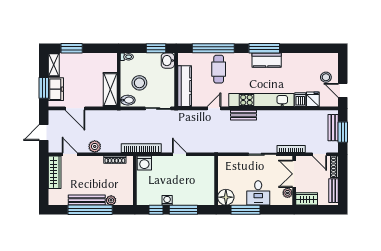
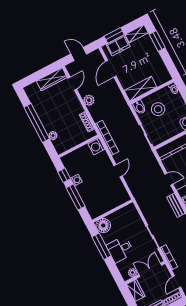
bench: (87, 200) -> (43, 116), removed

